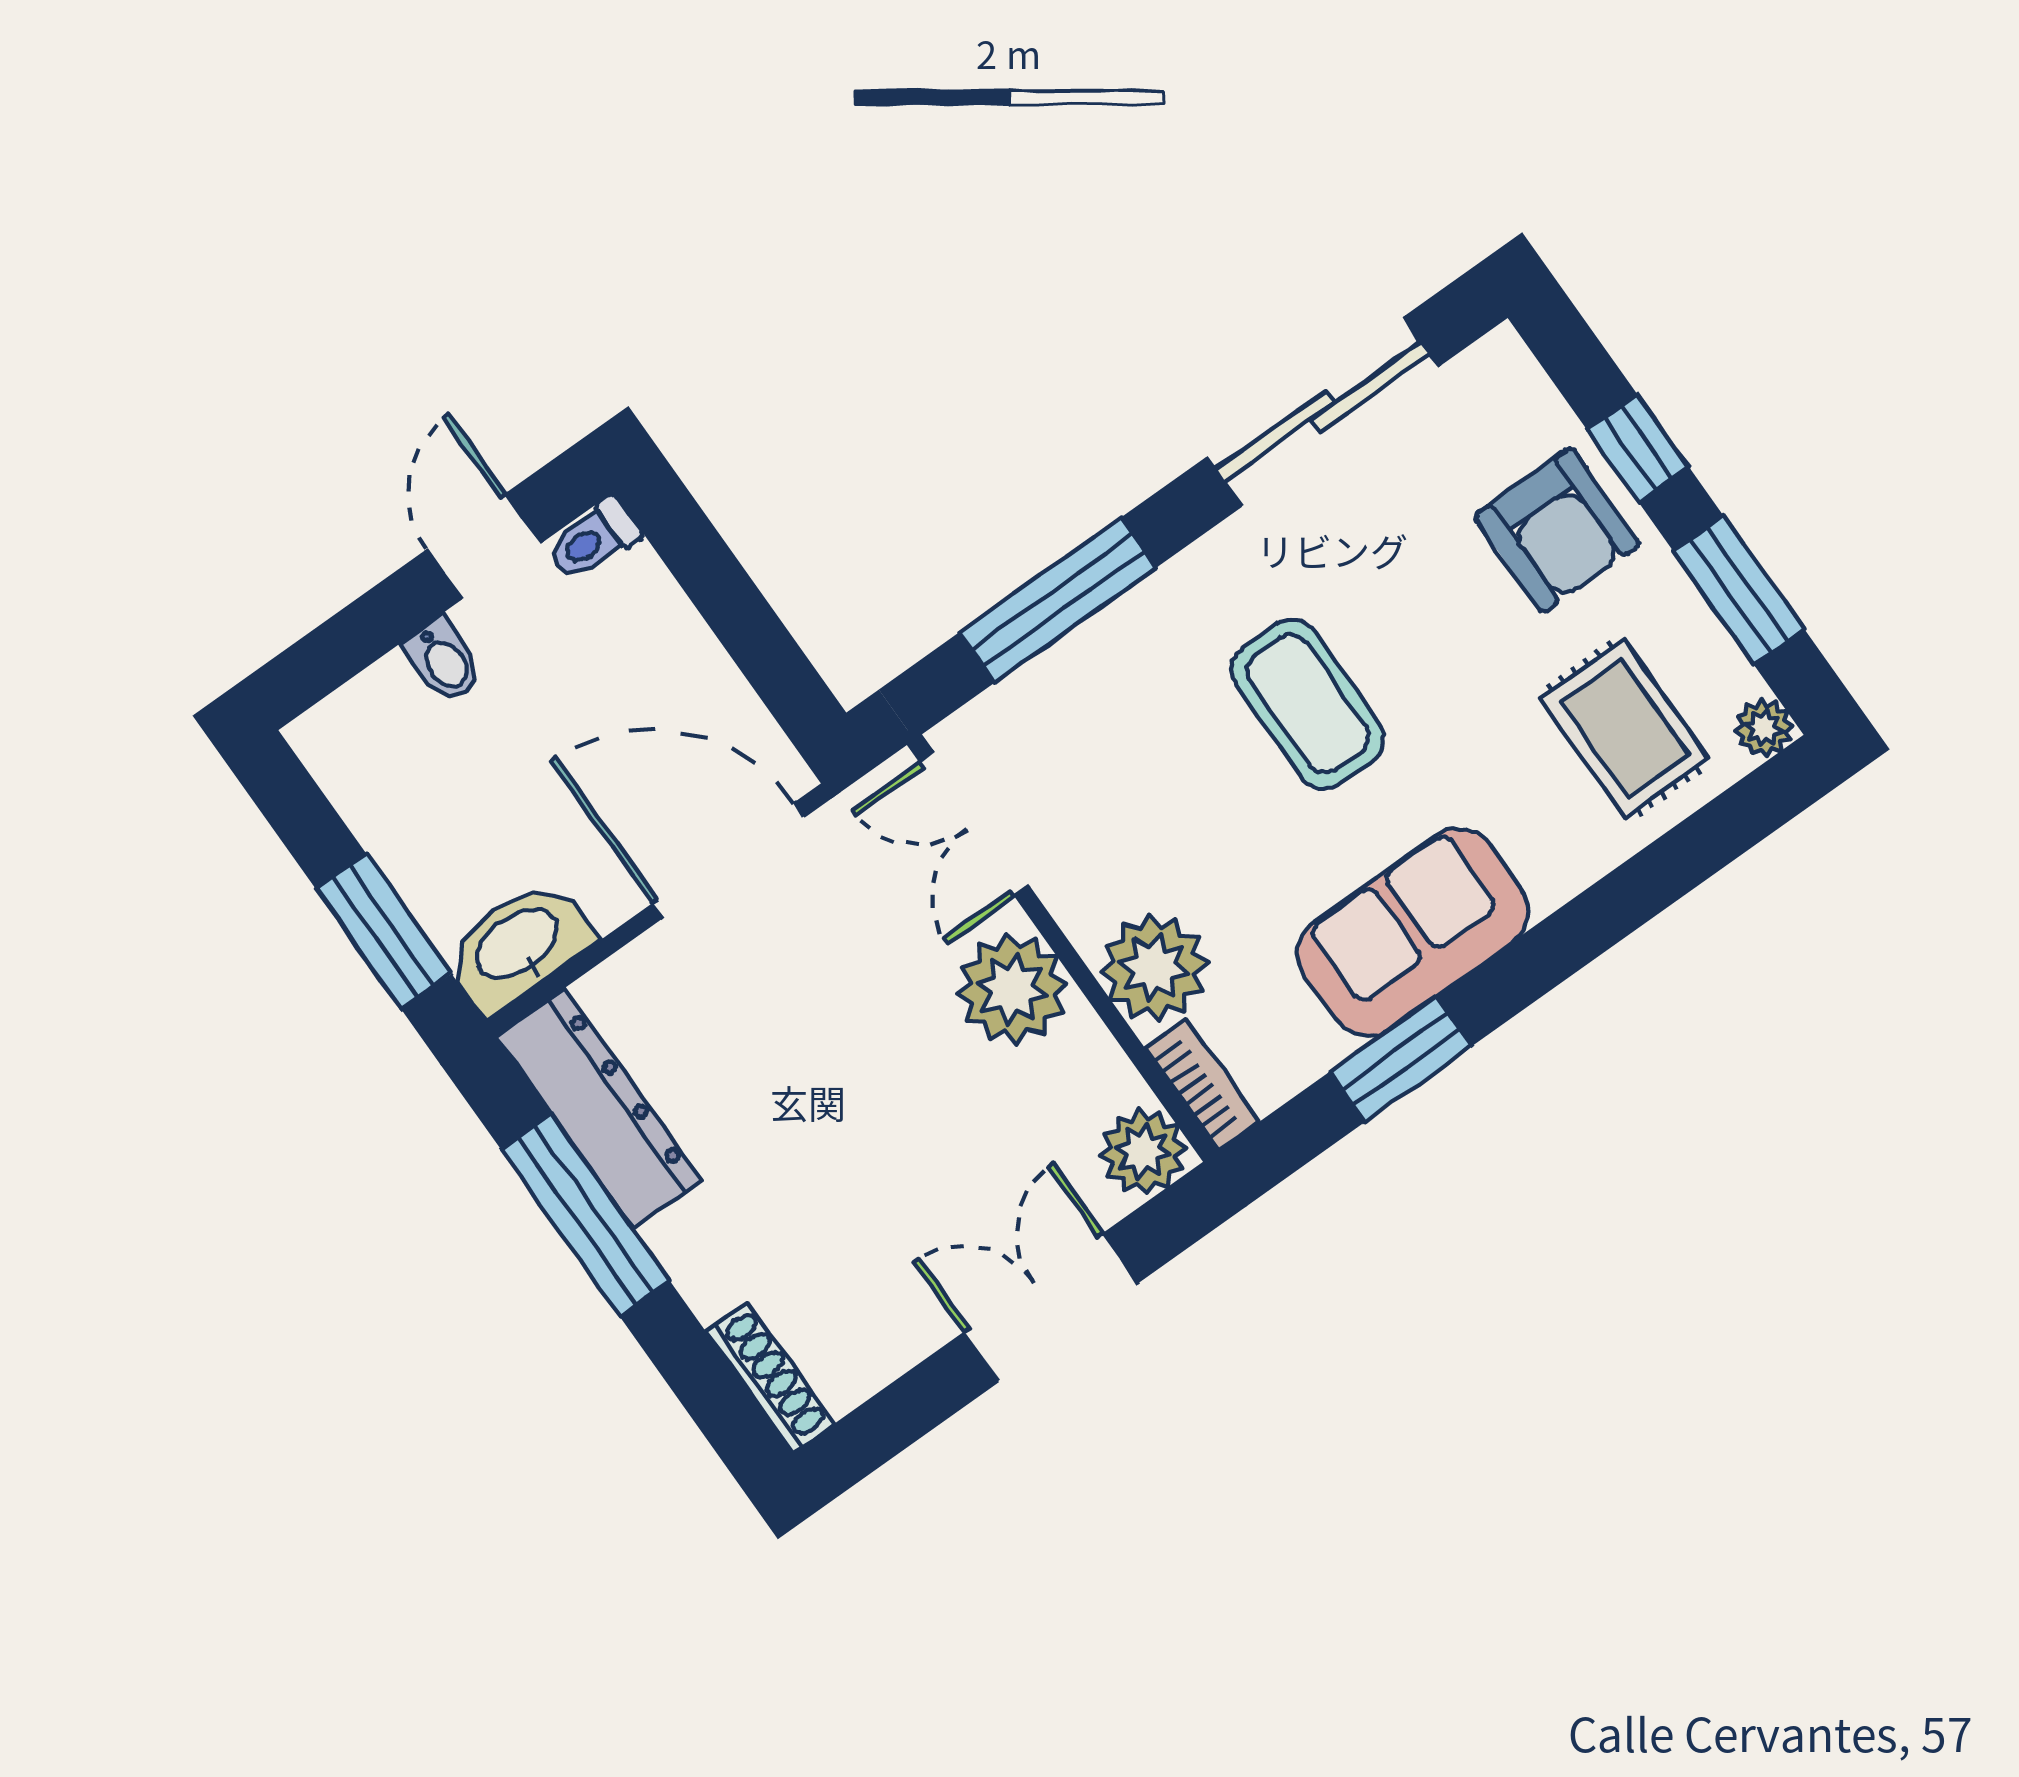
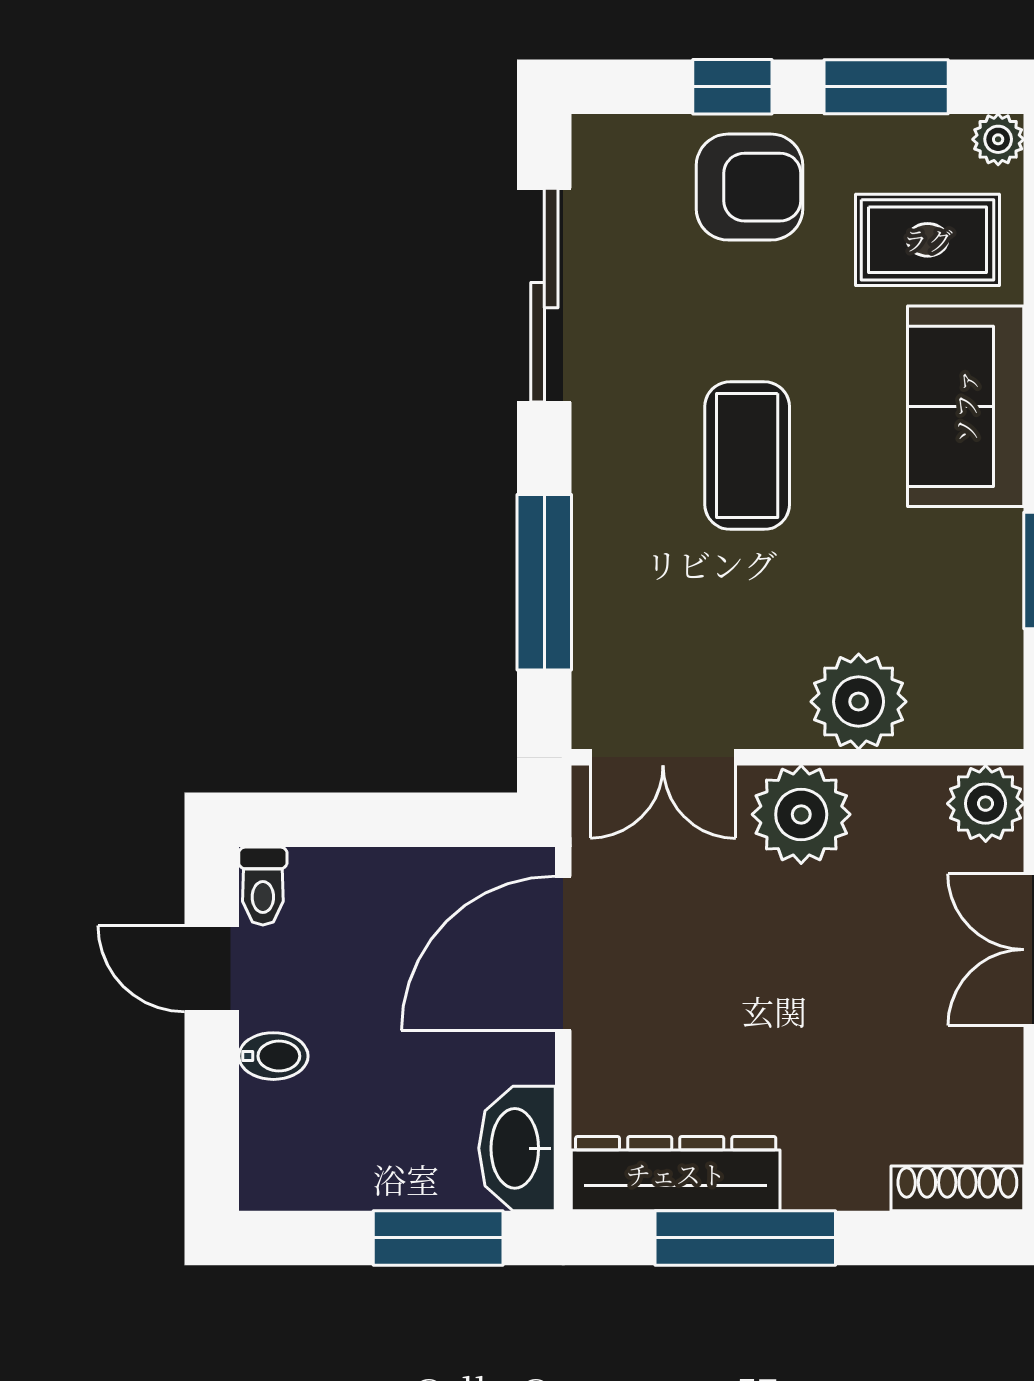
coffee table: (1308, 704) -> (747, 456), turned 90
sofa: (1413, 932) -> (966, 406), moved
bookcase: (1202, 1085) -> (968, 727), removed

